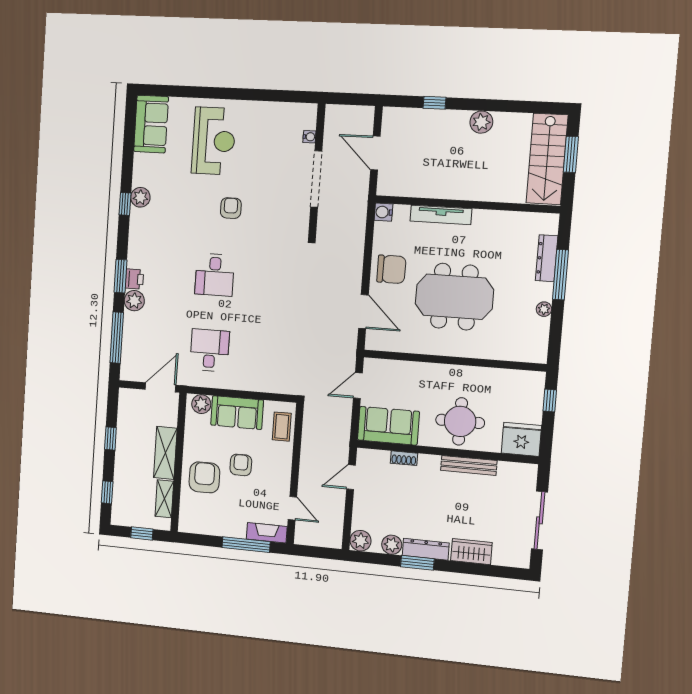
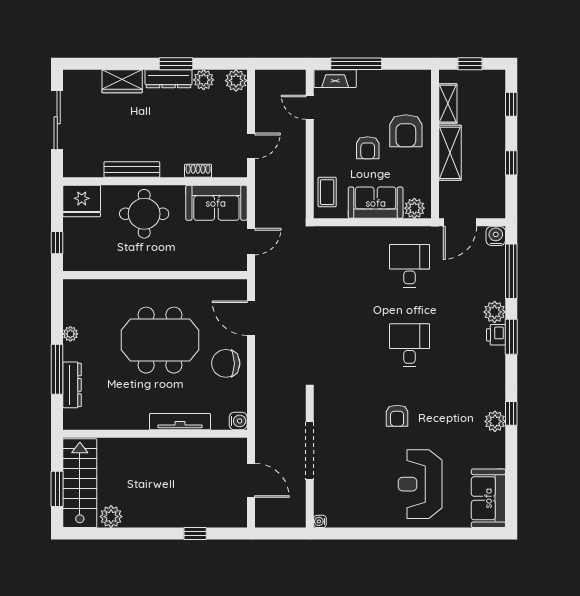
plant: (481, 122) -> (111, 517), moved
water cooler: (309, 137) -> (320, 521), moved
desk: (210, 350) -> (410, 266), turned 180
water cooler: (129, 372) -> (496, 236), added

